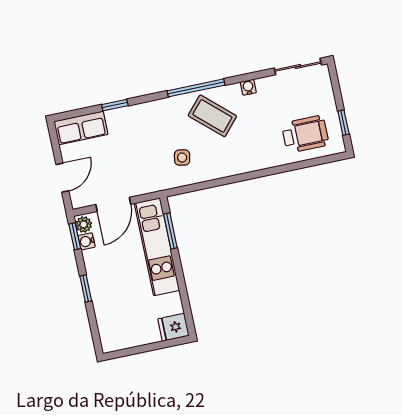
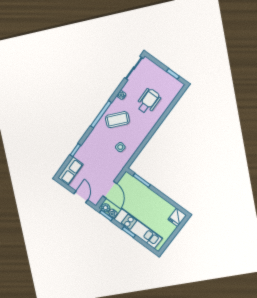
wheelchair: (305, 134) -> (148, 101), moved
kitchen unit: (157, 247) -> (138, 229), moved, turned 180

